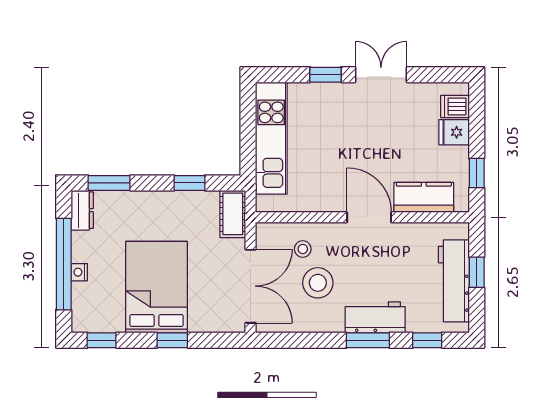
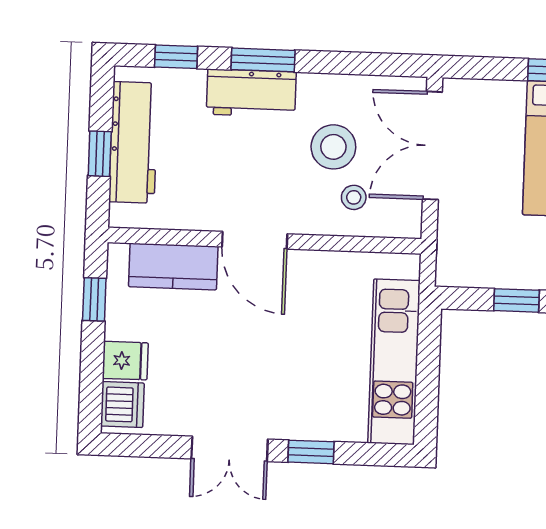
dishwasher: (455, 106) -> (122, 405), width x1.38
cot: (233, 214) -> (455, 253), removed

